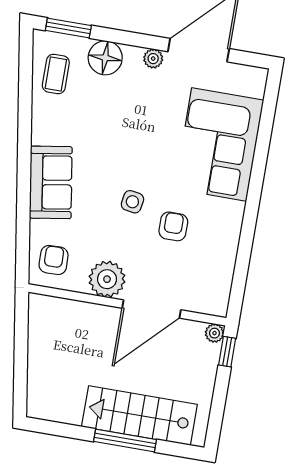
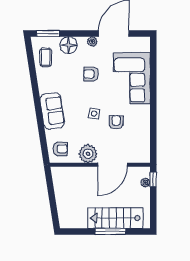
armchair: (140, 122) -> (91, 74), added
armchair: (54, 260) -> (60, 149), turned 91
plant: (214, 333) -> (145, 183), moved

